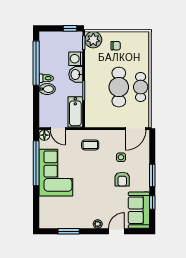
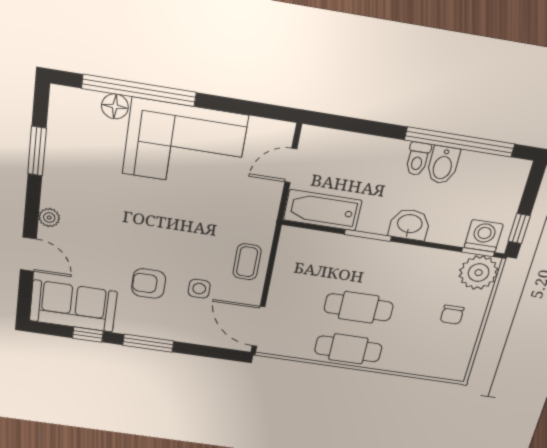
washing machine: (76, 59) -> (484, 236), moved
cafe table: (119, 87) -> (359, 307), width x0.73, depth x0.74
bidet: (47, 89) -> (443, 165), moved
floor lamp: (44, 135) -> (115, 106), moved
coffee table: (90, 145) -> (247, 262), moved
window: (36, 163) -> (139, 90), moved

